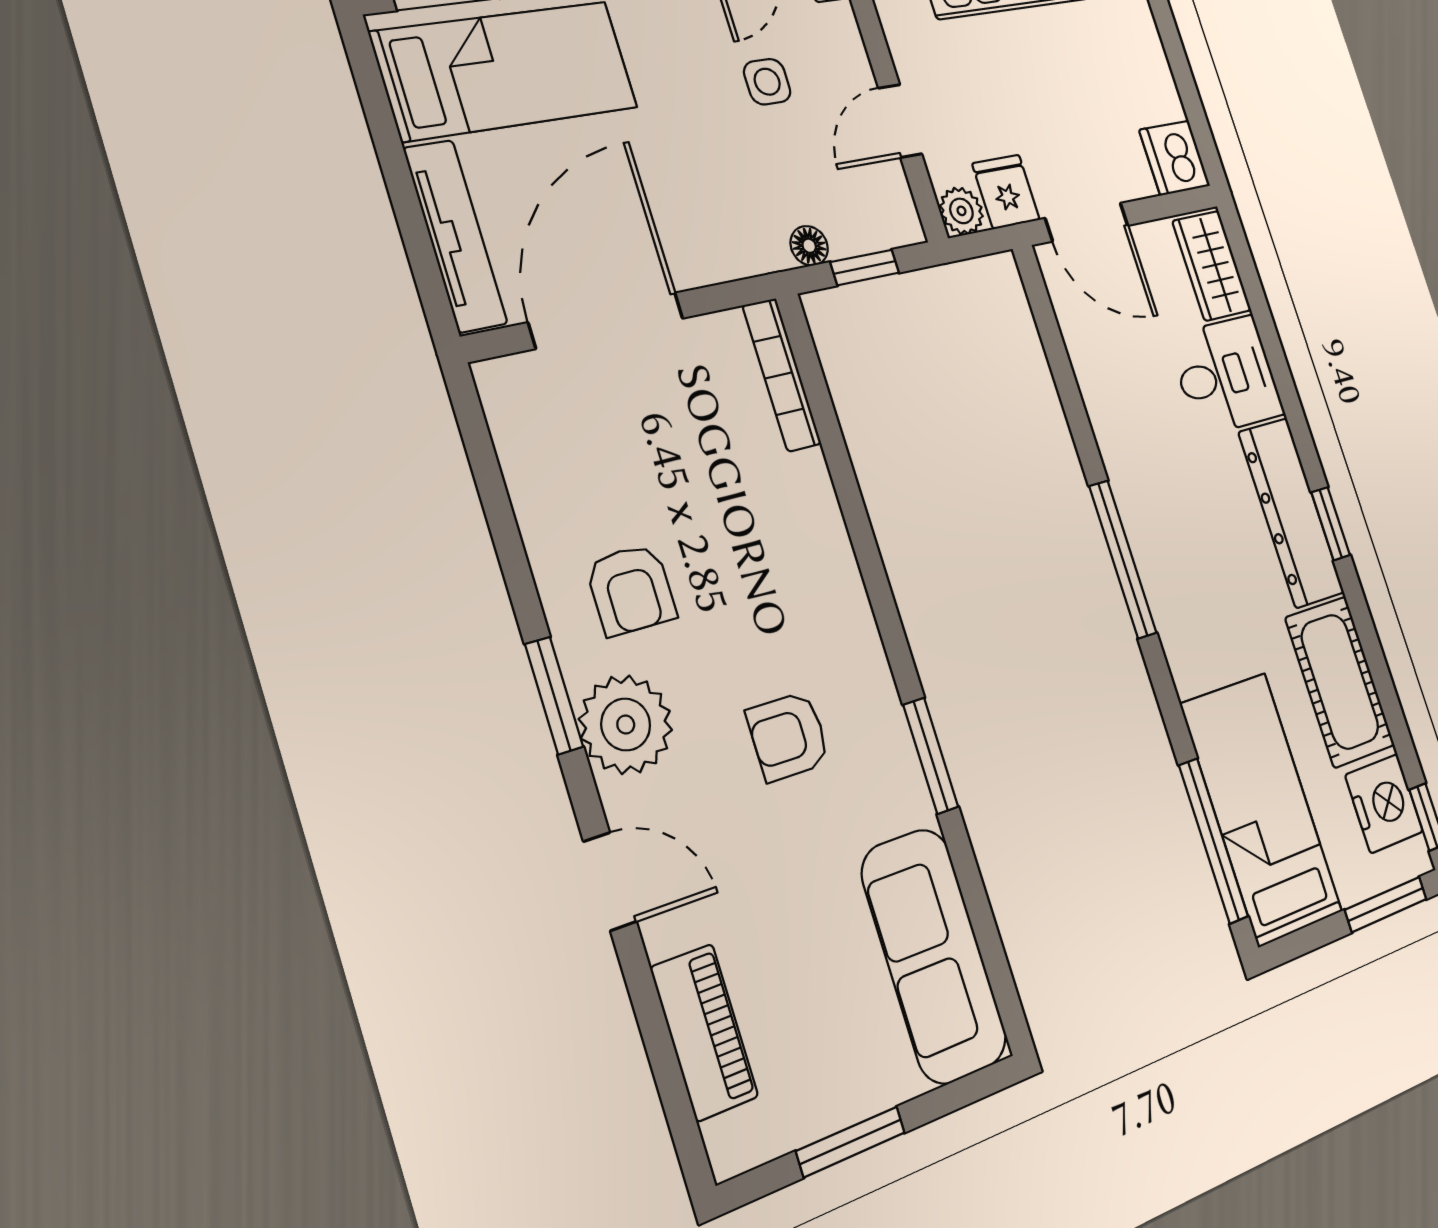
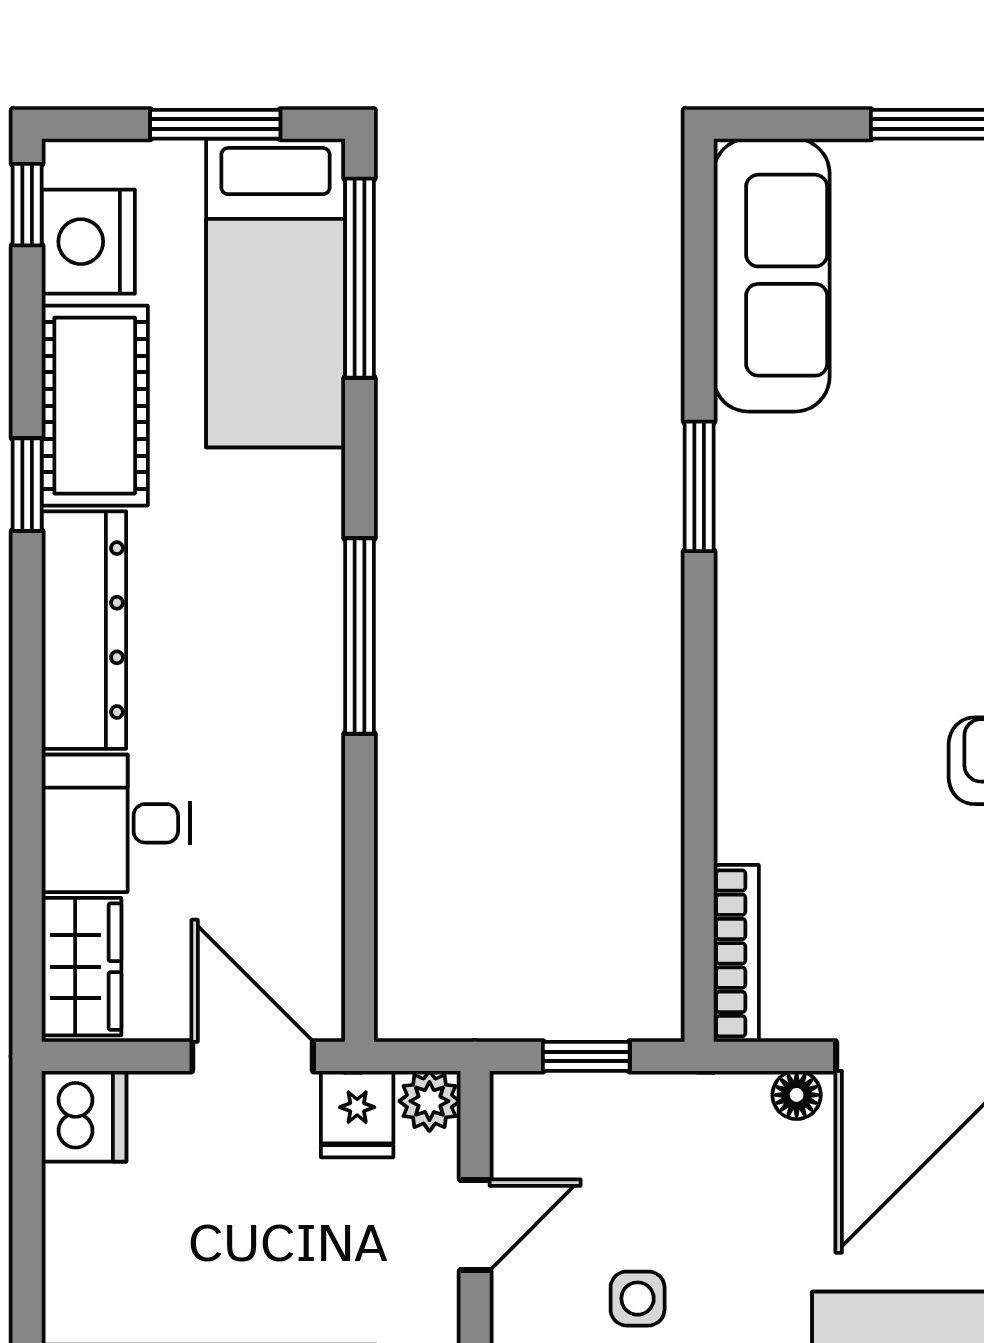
floor lamp: (809, 246) -> (797, 1095), moved
window: (1331, 524) -> (27, 485), moved
armchair: (788, 736) -> (864, 558), removed
window: (1386, 904) -> (215, 124), moved

